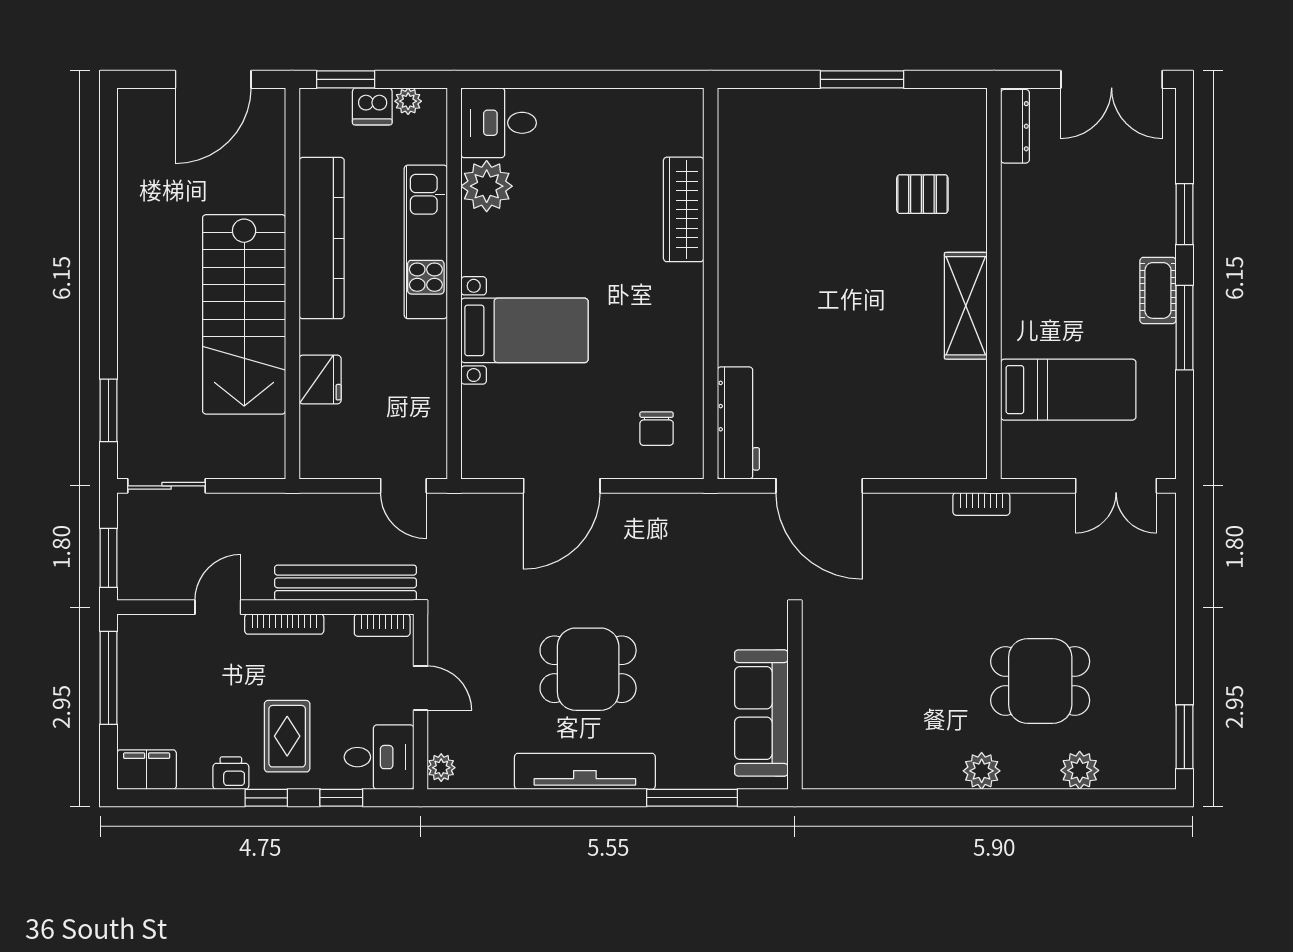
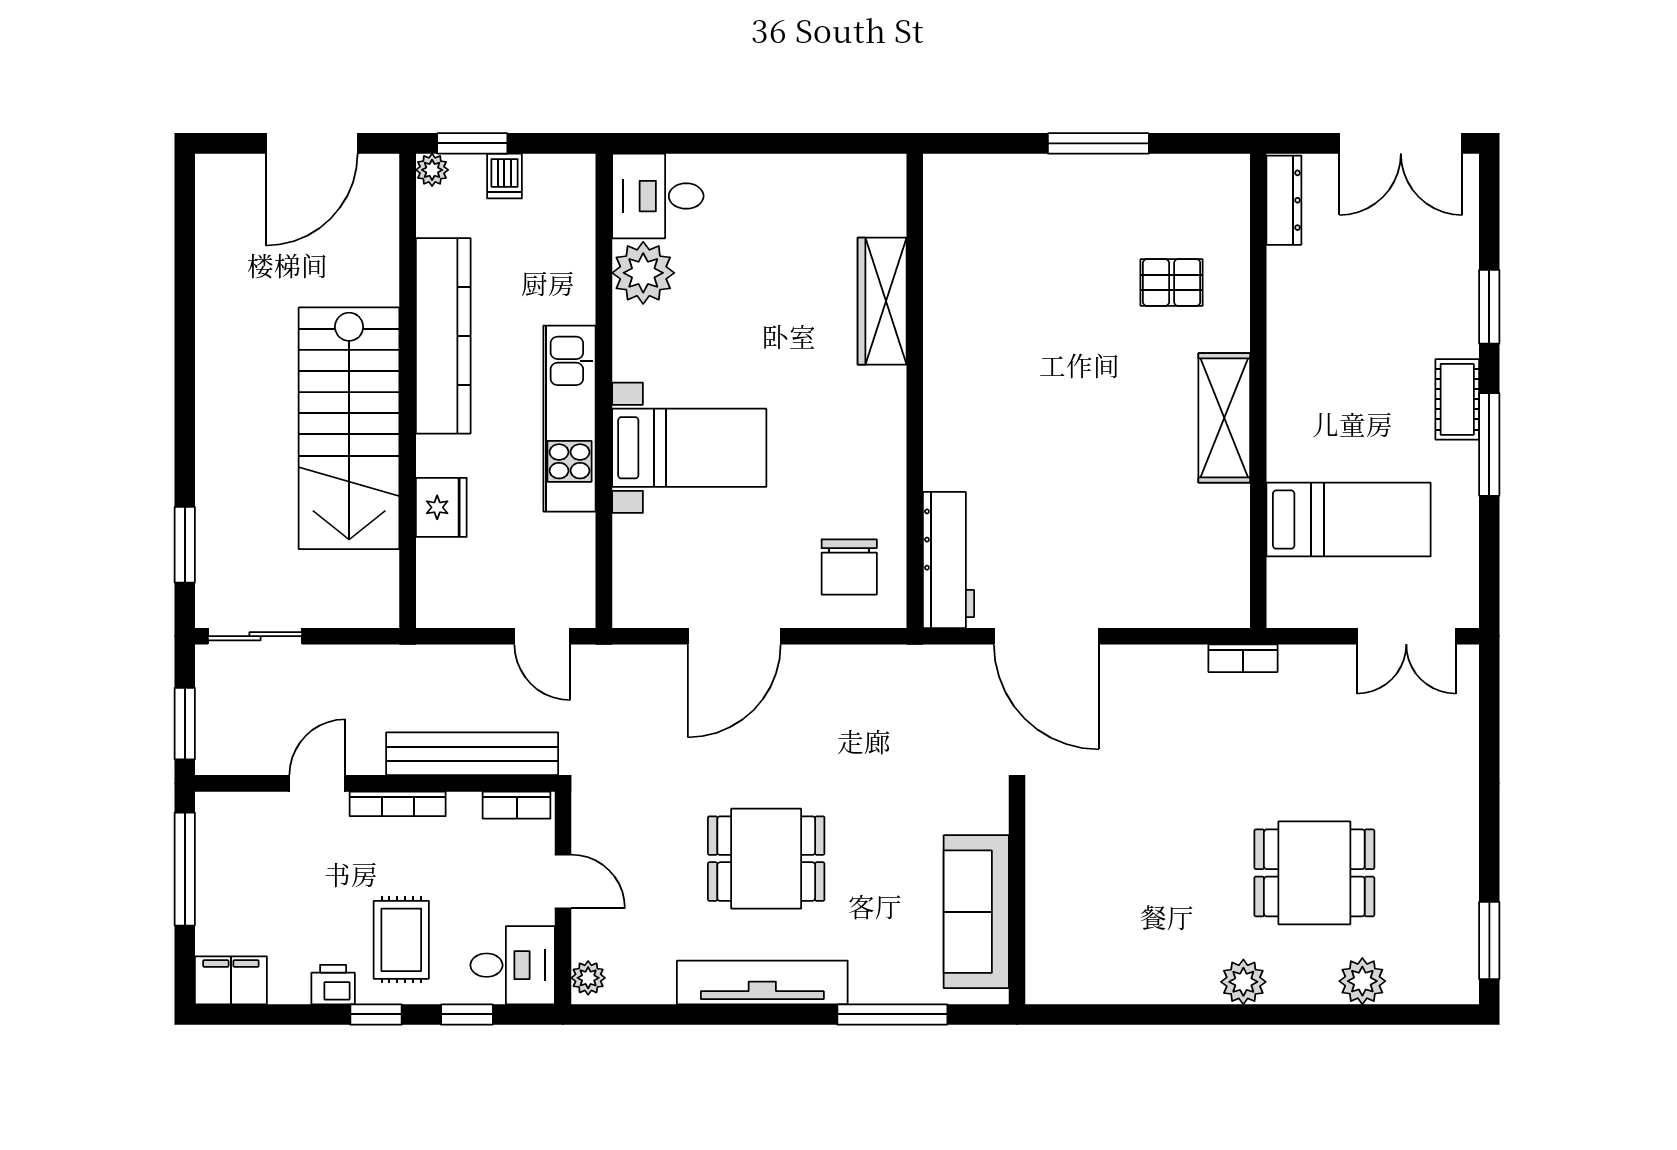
plant: (408, 101) -> (432, 170), moved
dishwasher: (372, 106) -> (504, 176), width x0.73
kitchen unit: (426, 242) -> (570, 419), moved
chair: (657, 429) -> (849, 567), width x1.37, depth x1.37

